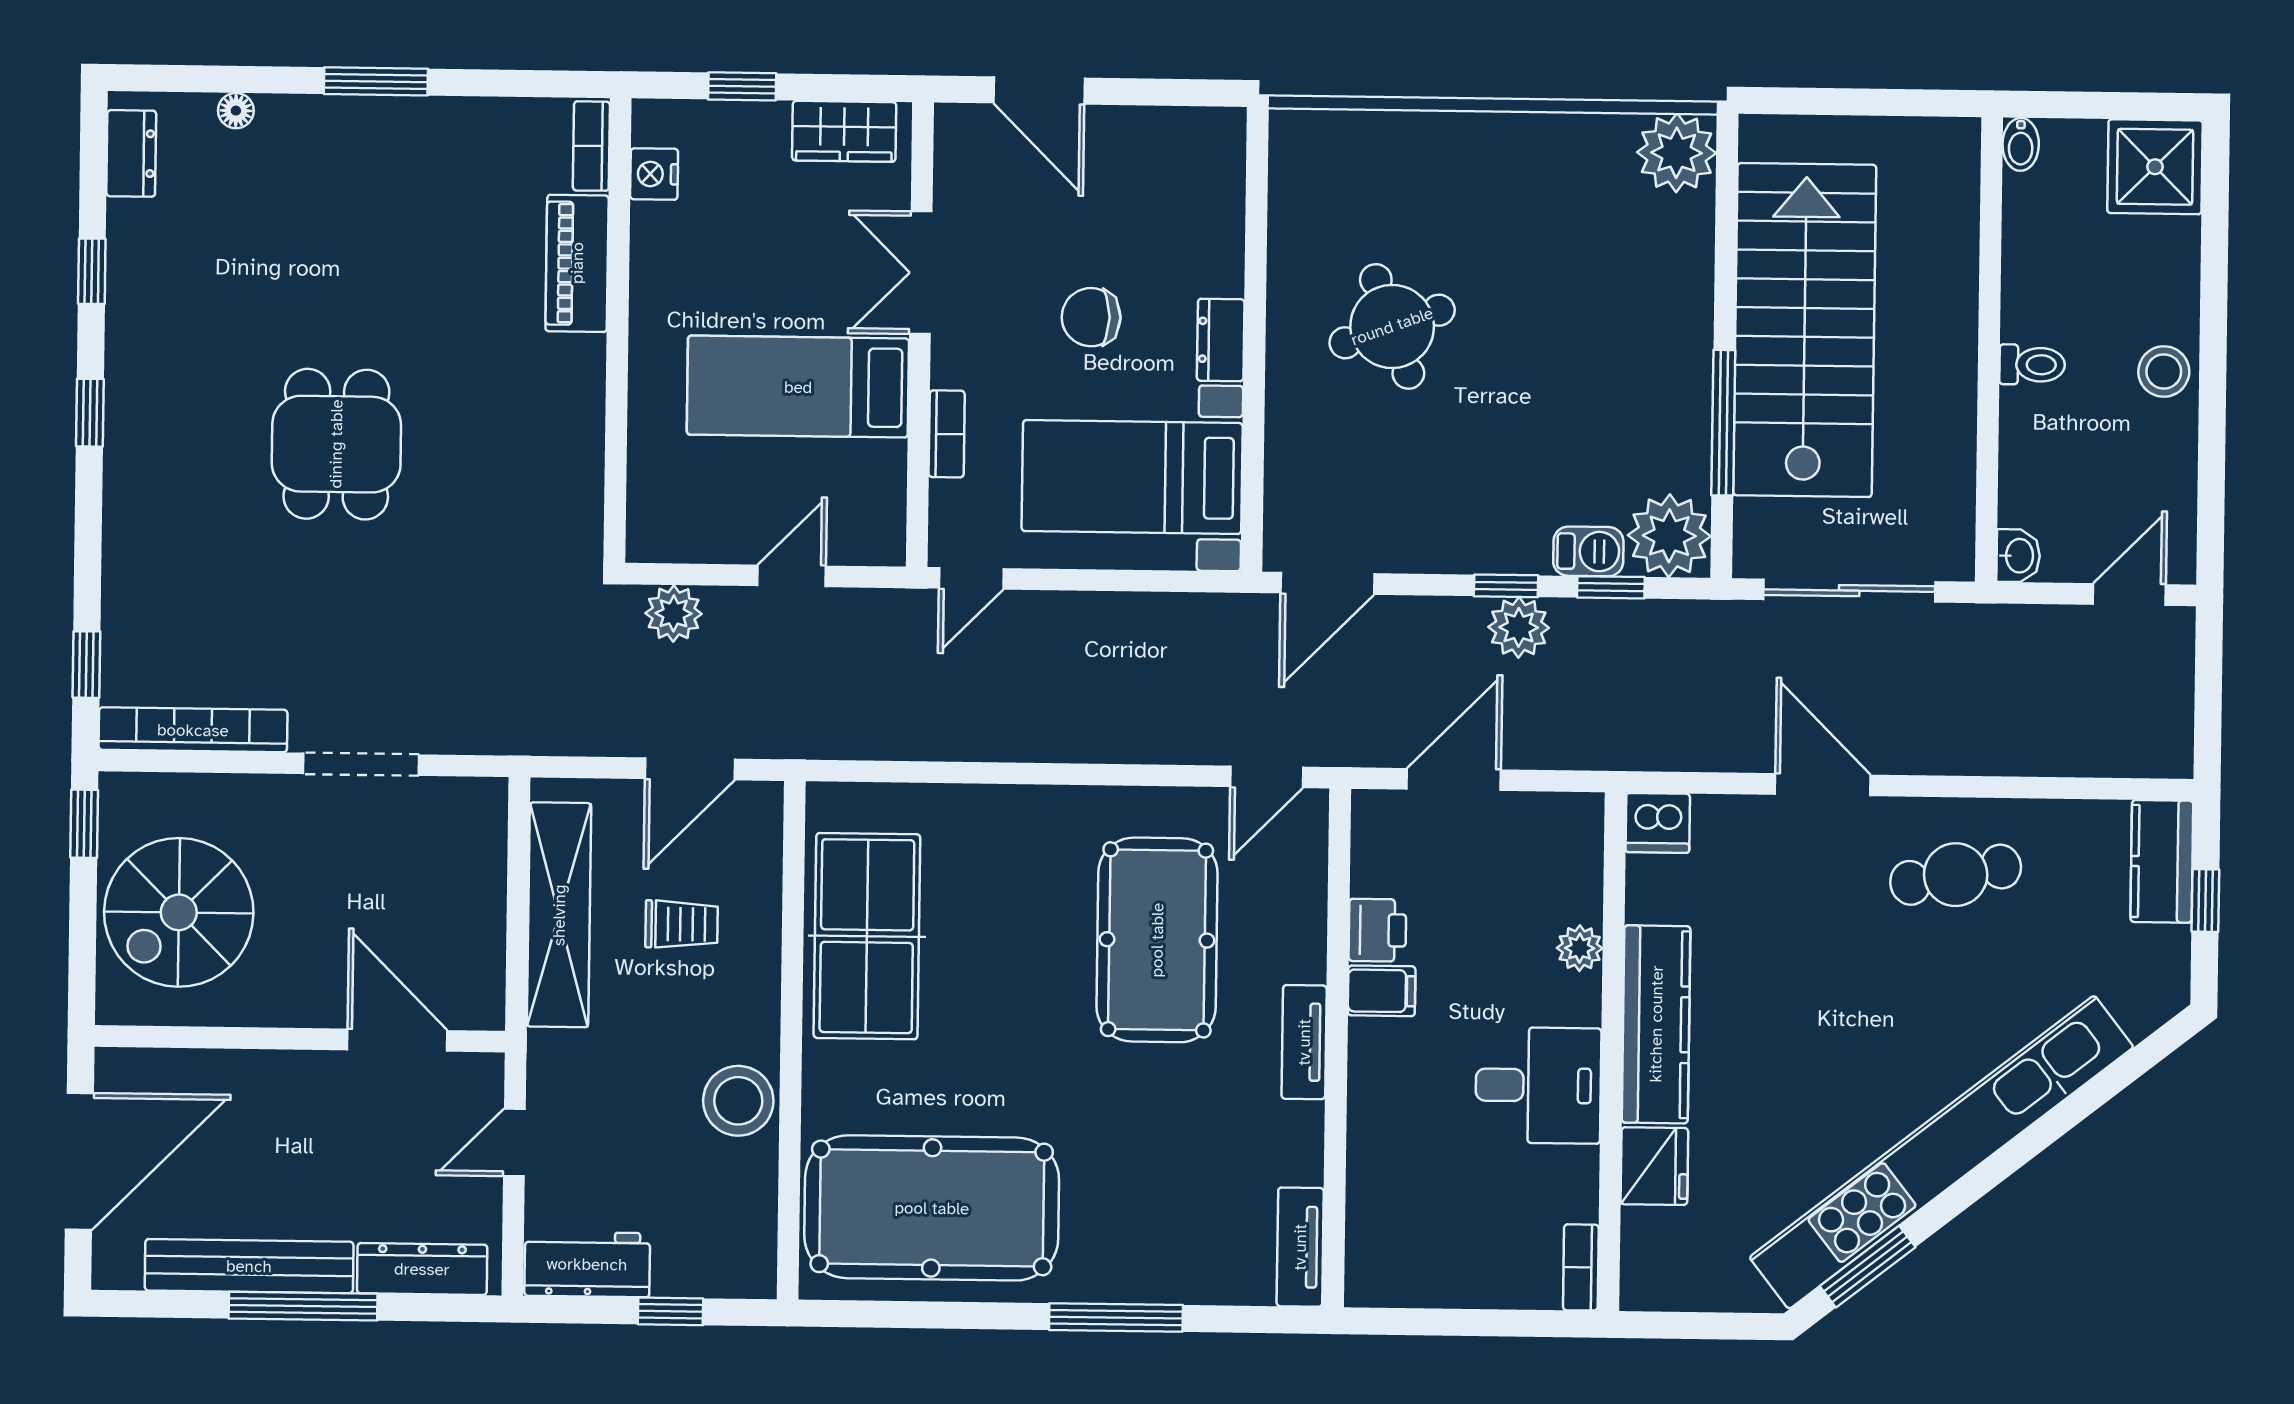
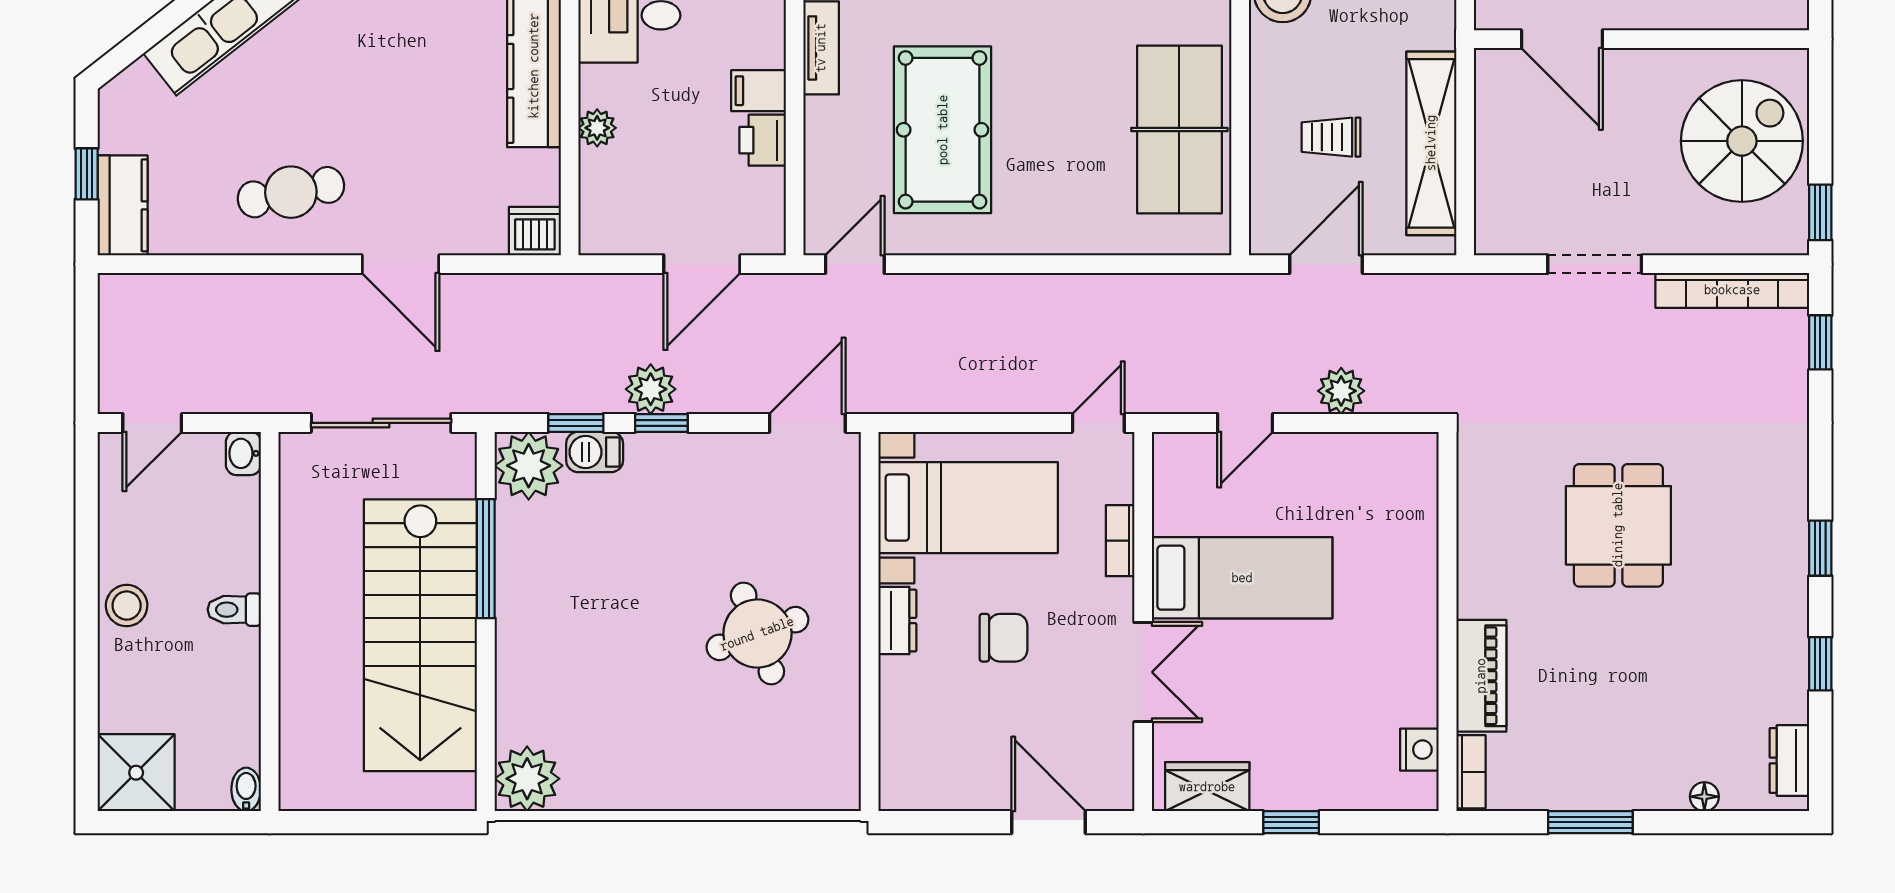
bookcase: (591, 146) -> (1471, 772), moved
nightstand: (654, 174) -> (1419, 750), moved
piano: (577, 263) -> (1481, 676), moved
wall: (618, 330) -> (1447, 621), moved

